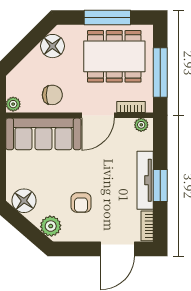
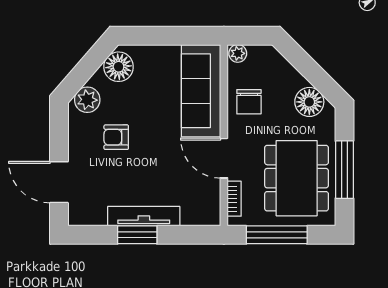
plant: (141, 125) -> (212, 211), removed
bookcase: (147, 226) -> (87, 219), removed

